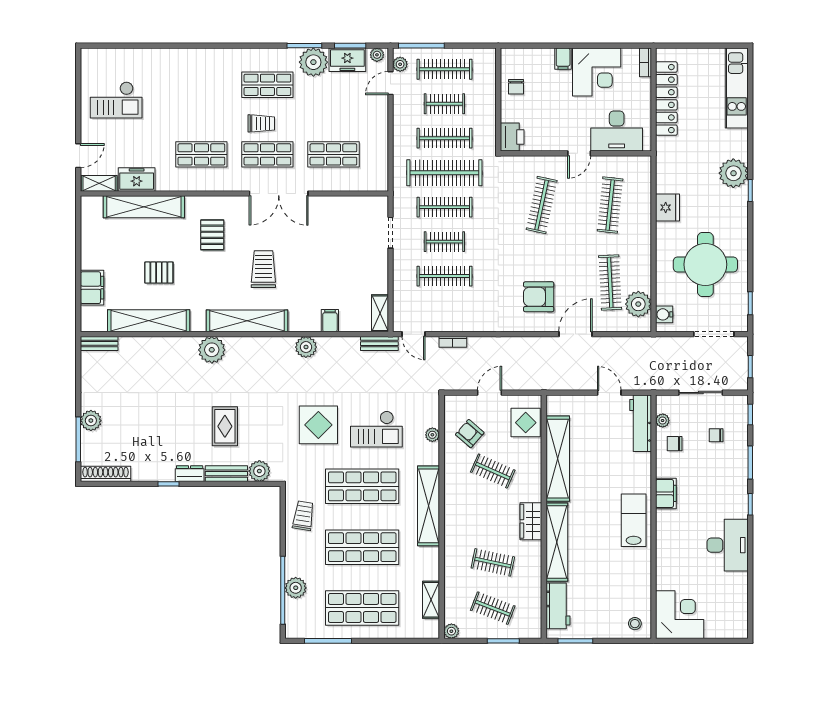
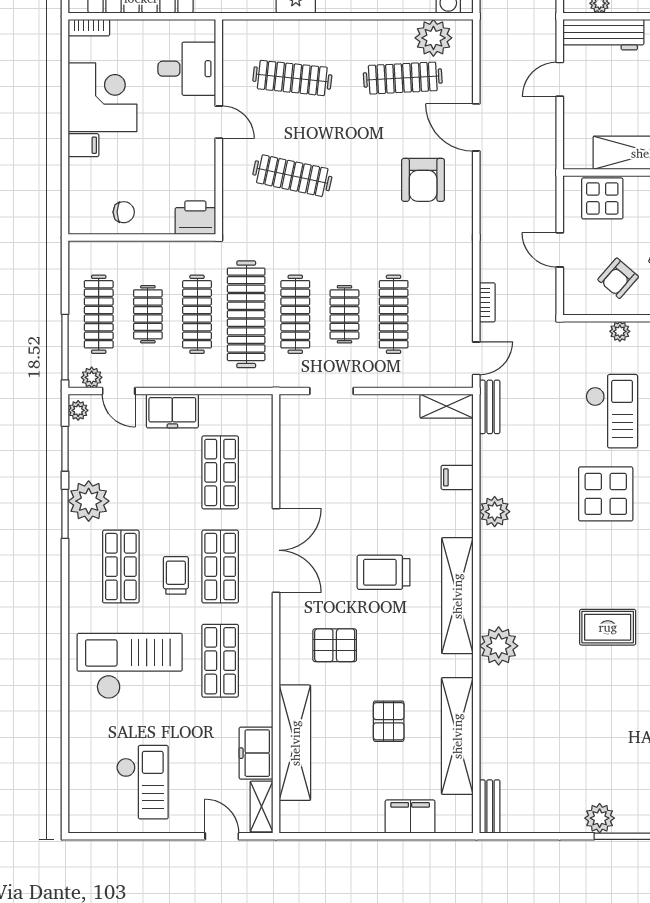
freezer: (347, 60) -> (172, 411), moved, turned 90
checkout: (198, 91) -> (130, 666), added
desk: (617, 131) -> (187, 69), width x0.73

